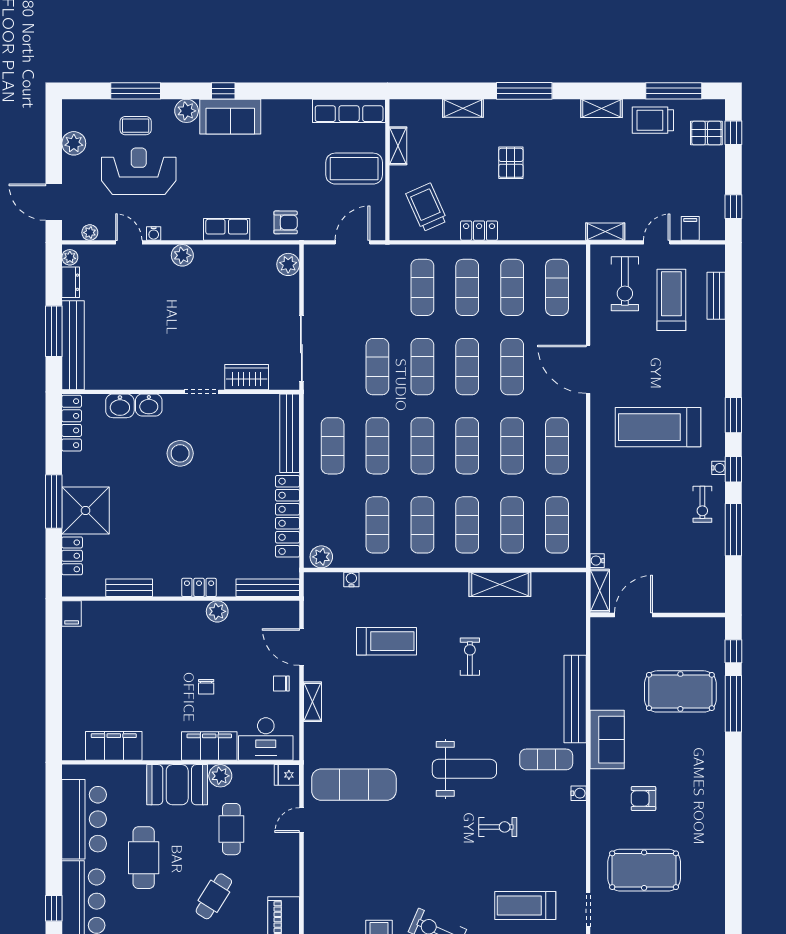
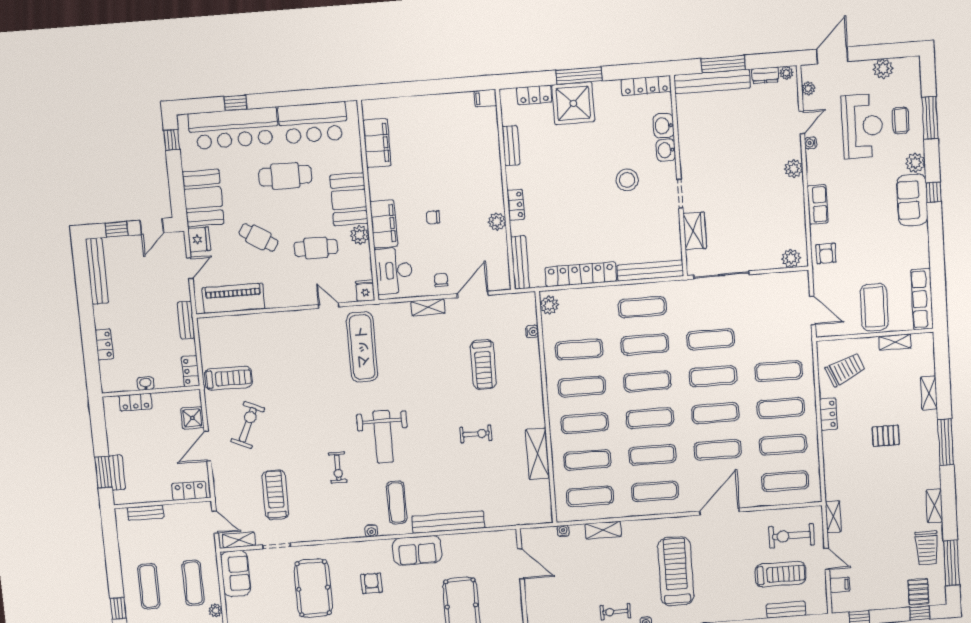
trolley: (653, 120) -> (927, 548), turned 180
shelving: (600, 591) -> (603, 530), moved

